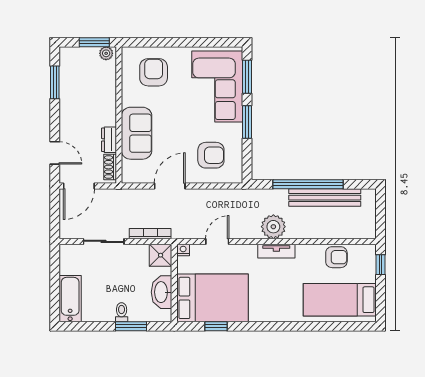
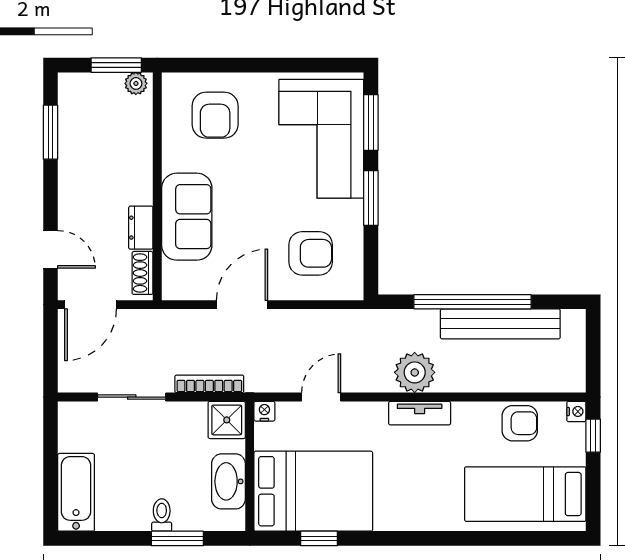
armchair: (154, 72) -> (215, 115), turned 180
nightstand: (370, 250) -> (576, 411), added

